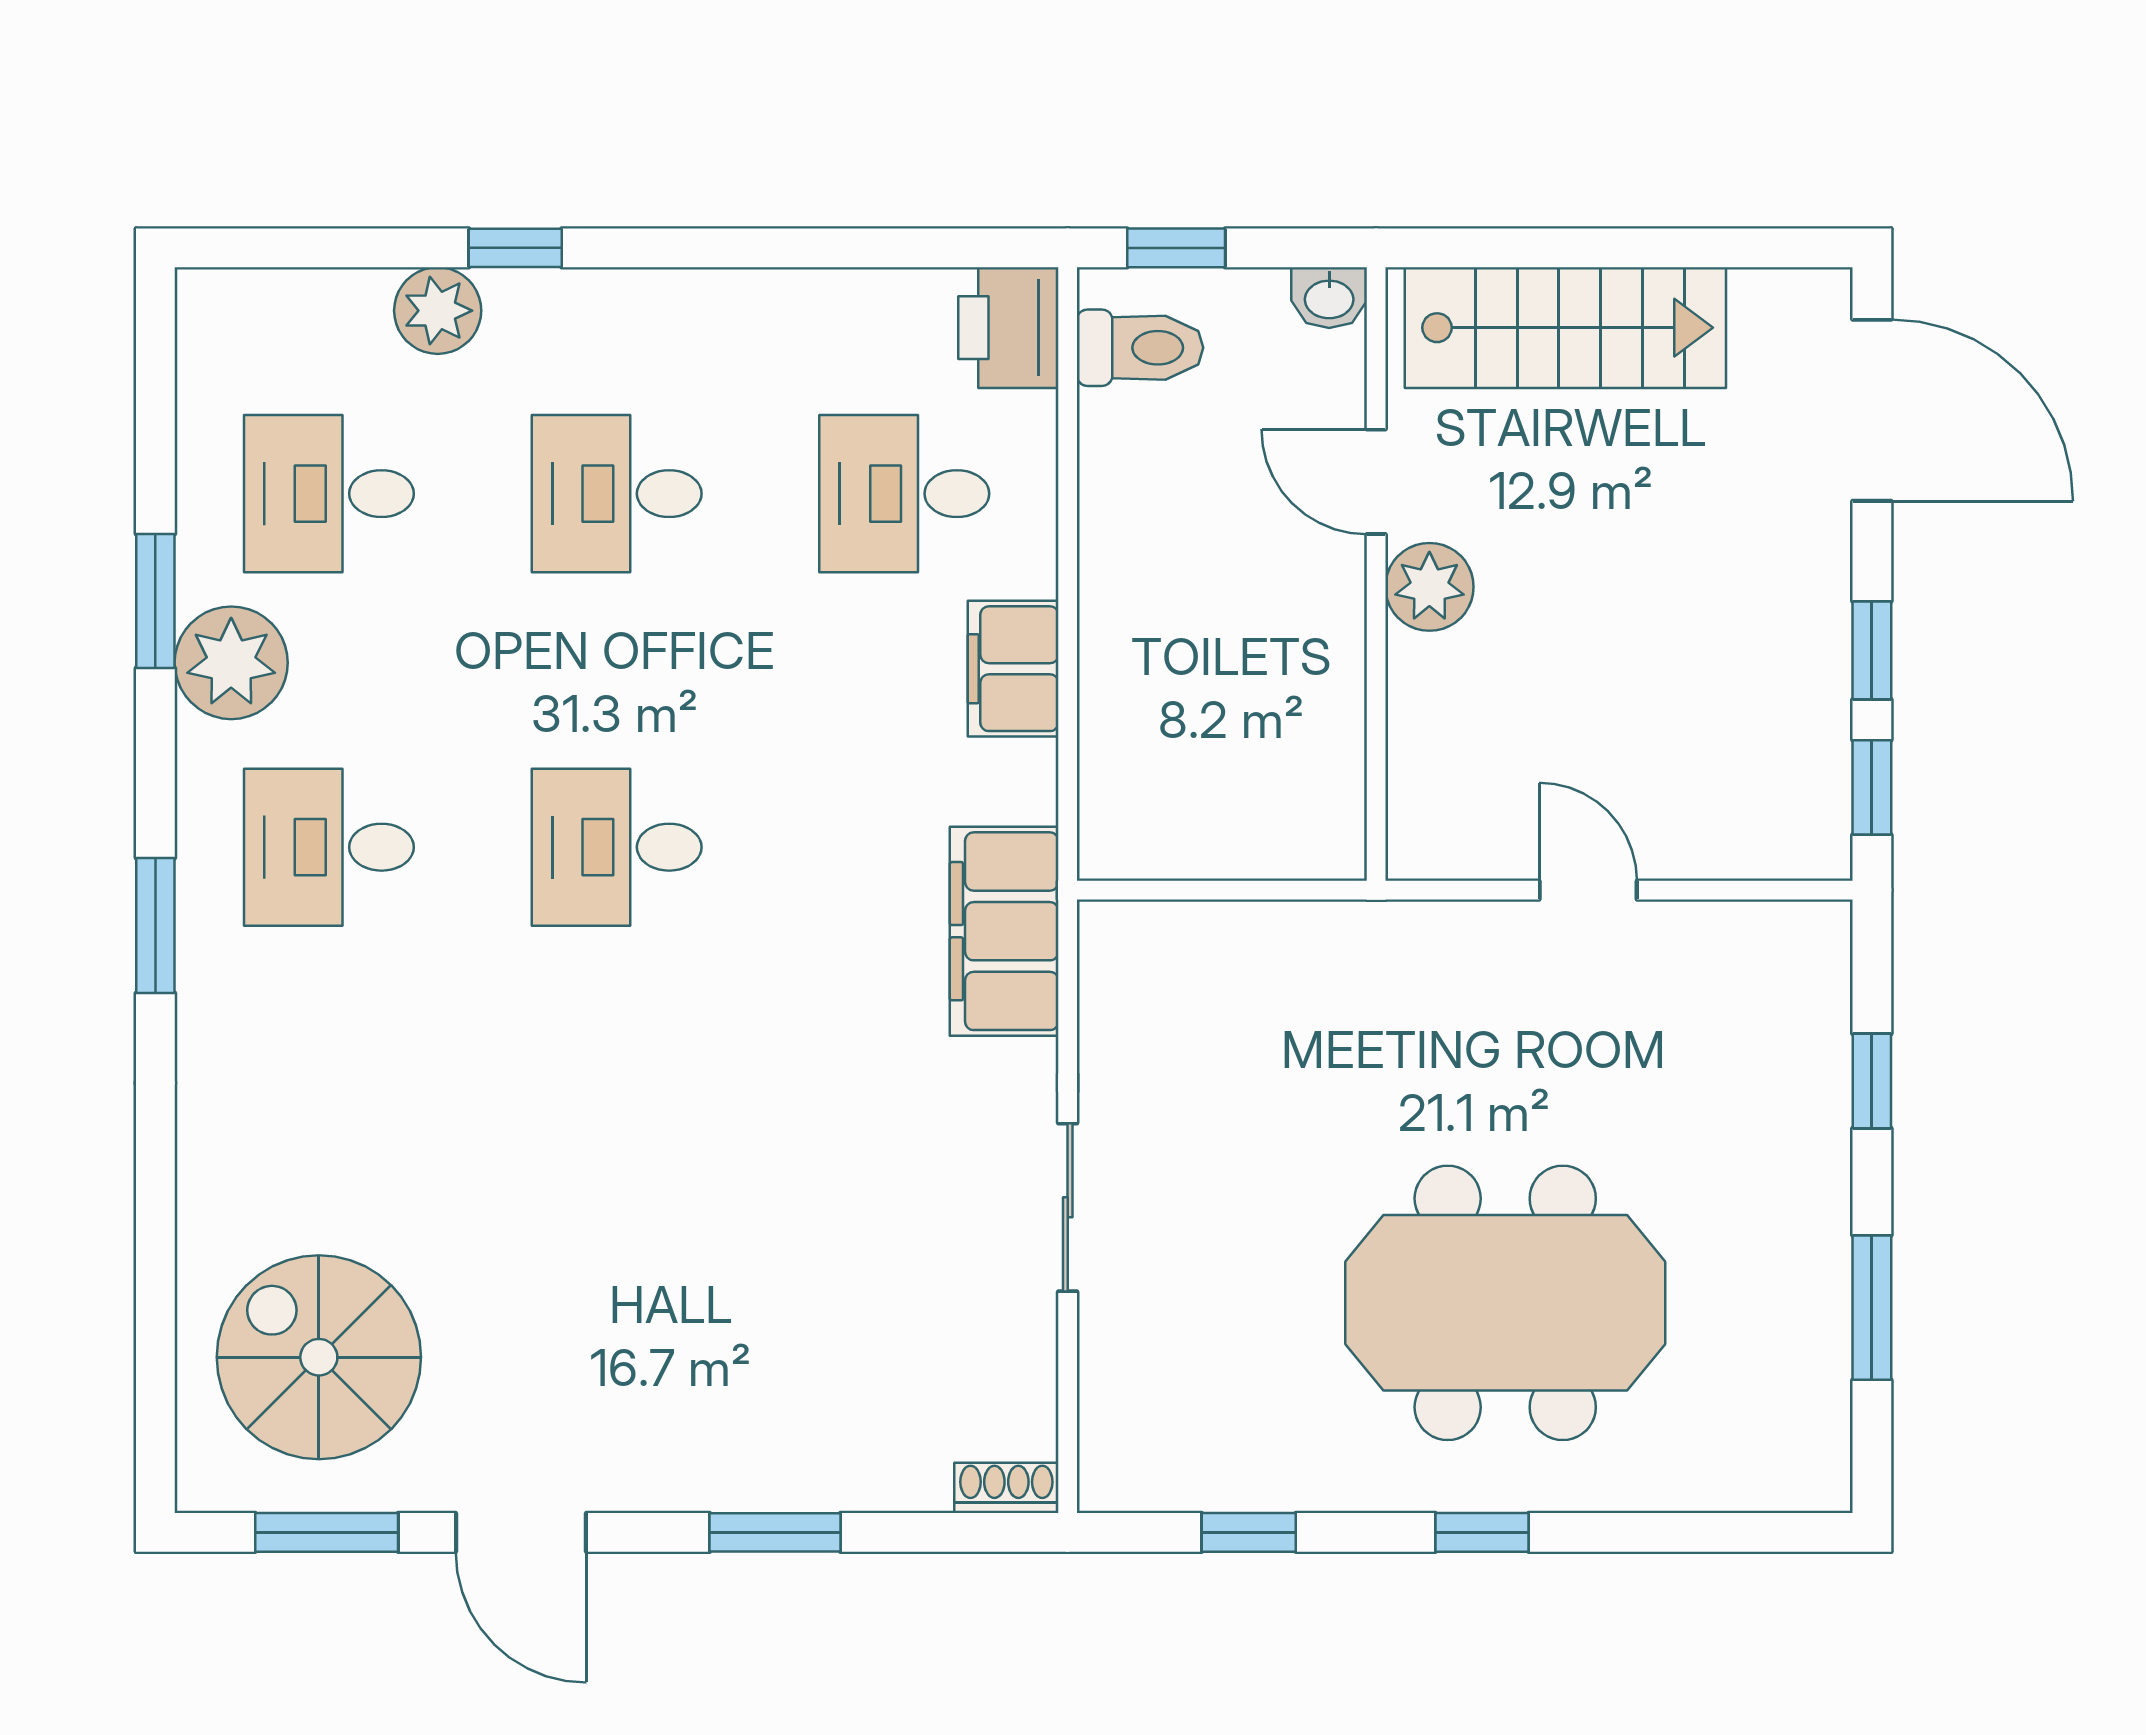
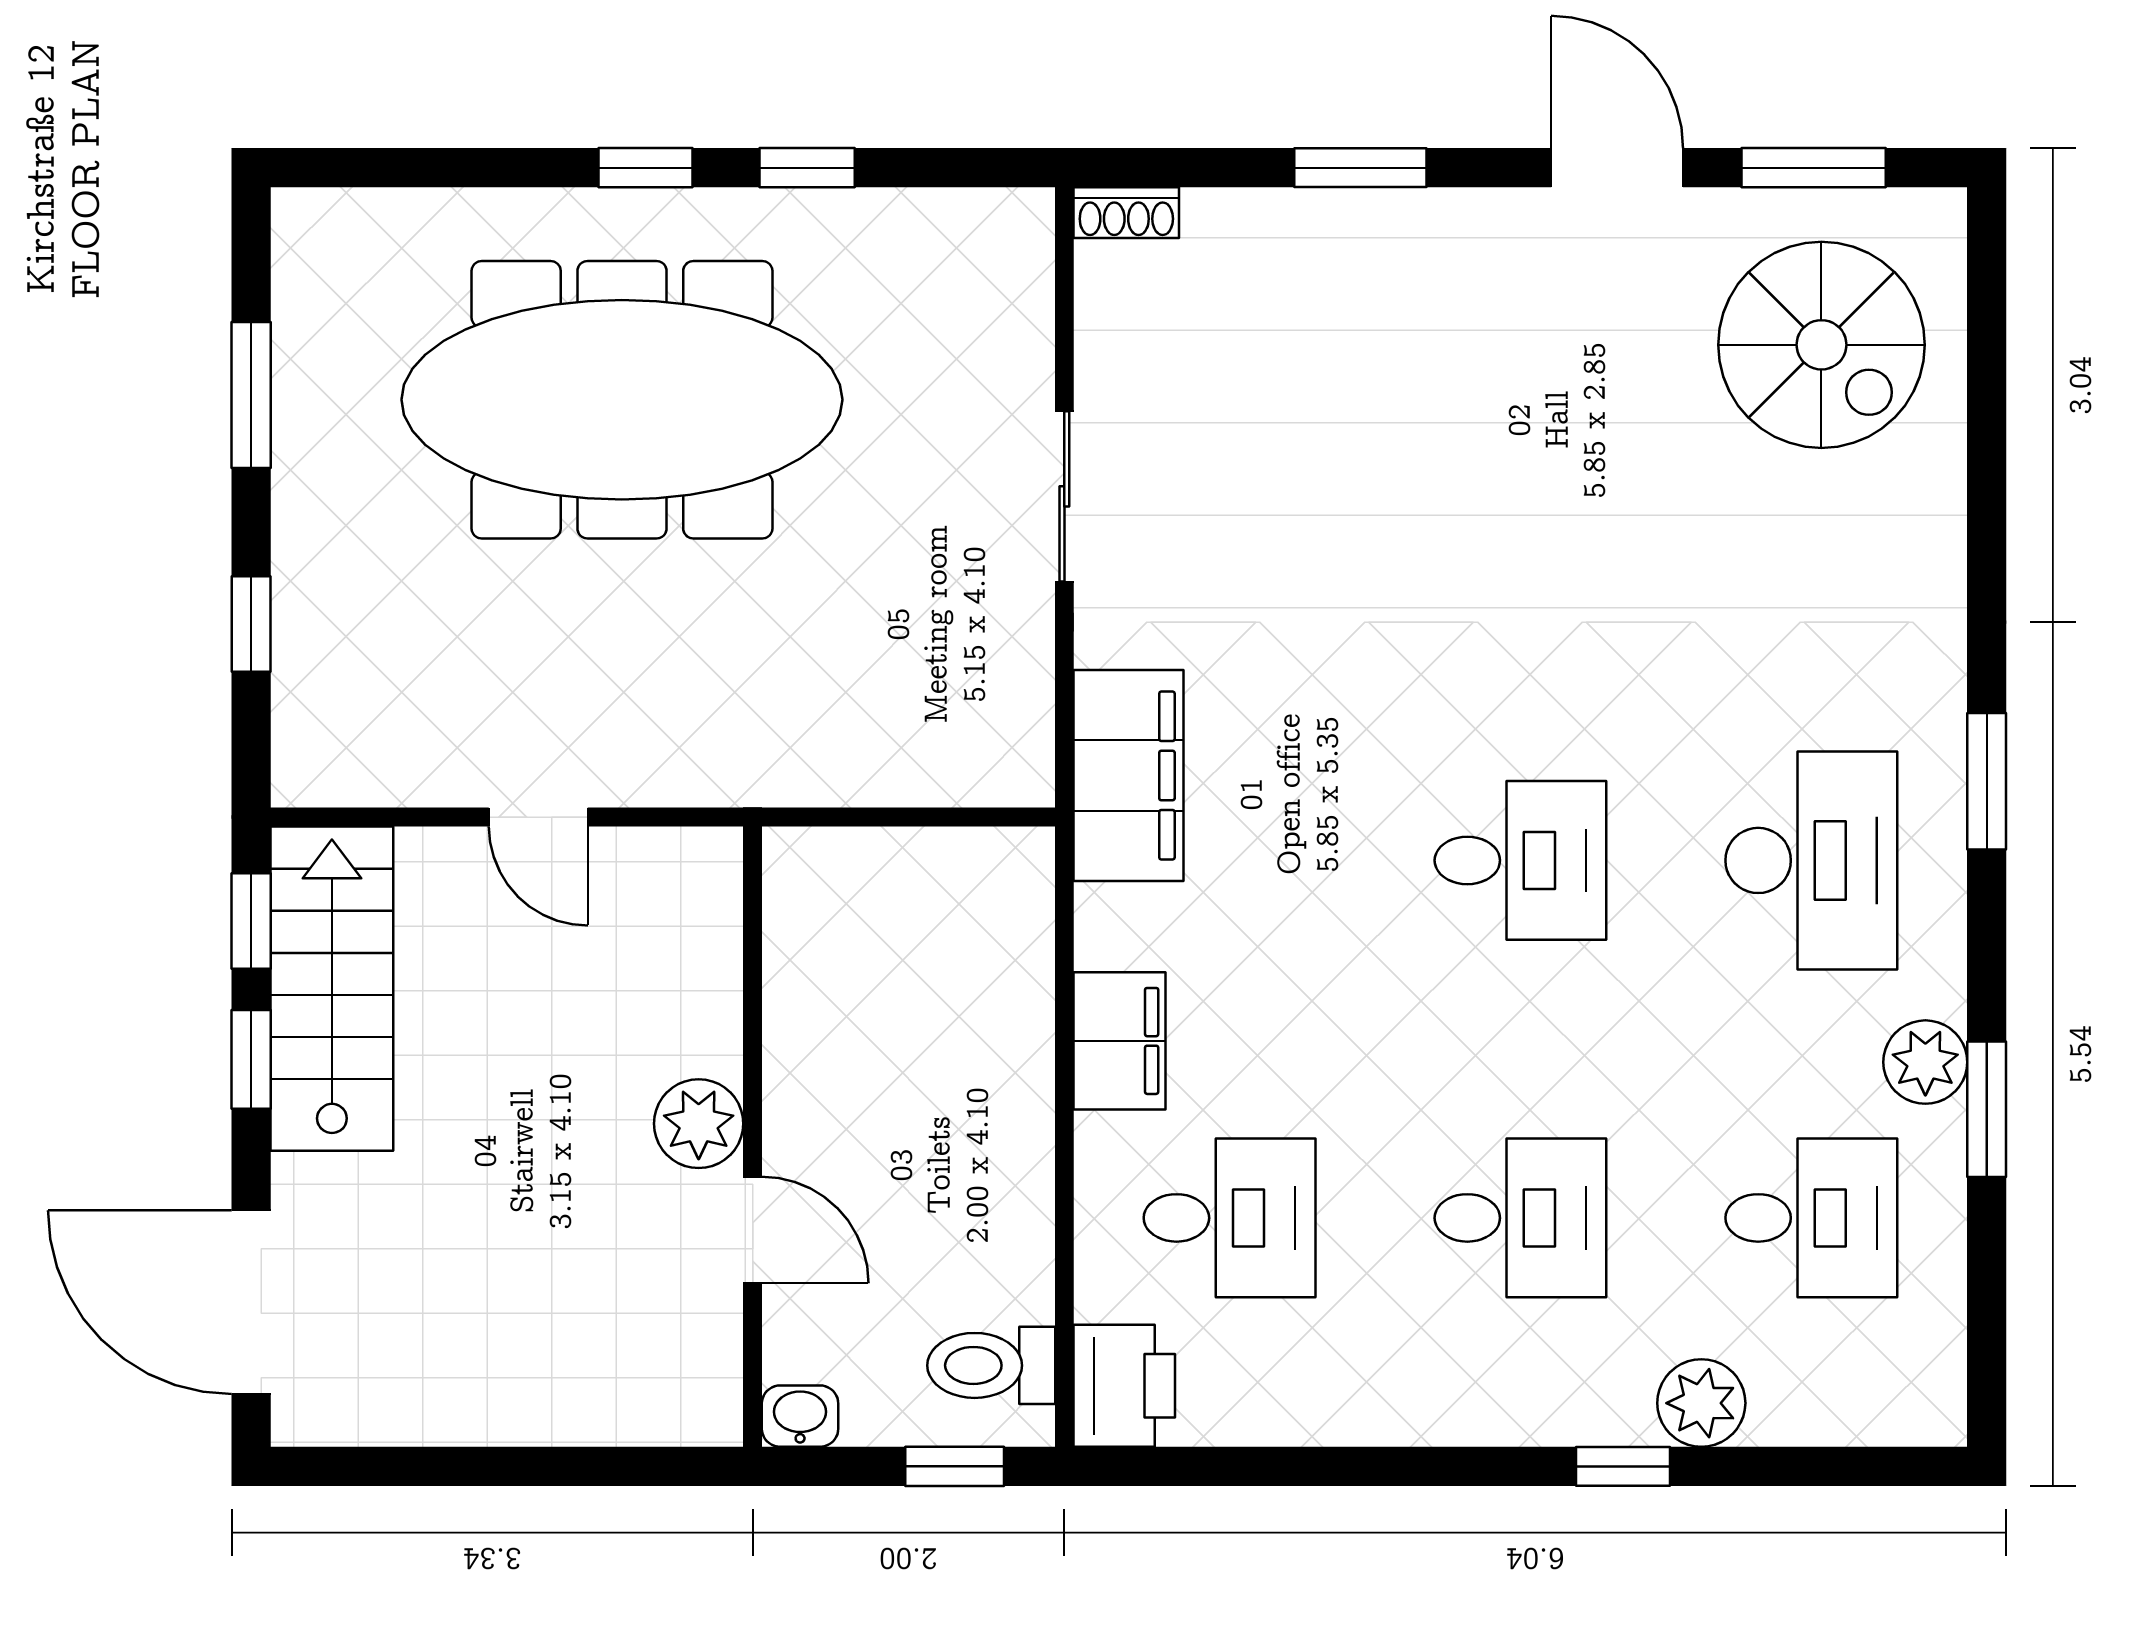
stairs: (1565, 328) -> (332, 989), moved, turned 90
plant: (231, 663) -> (1925, 1062), width x0.73, depth x0.73
desk: (329, 847) -> (1811, 860), width x1.37
meeting table: (1505, 1303) -> (622, 400), width x1.36
window: (1249, 1532) -> (807, 168), moved

